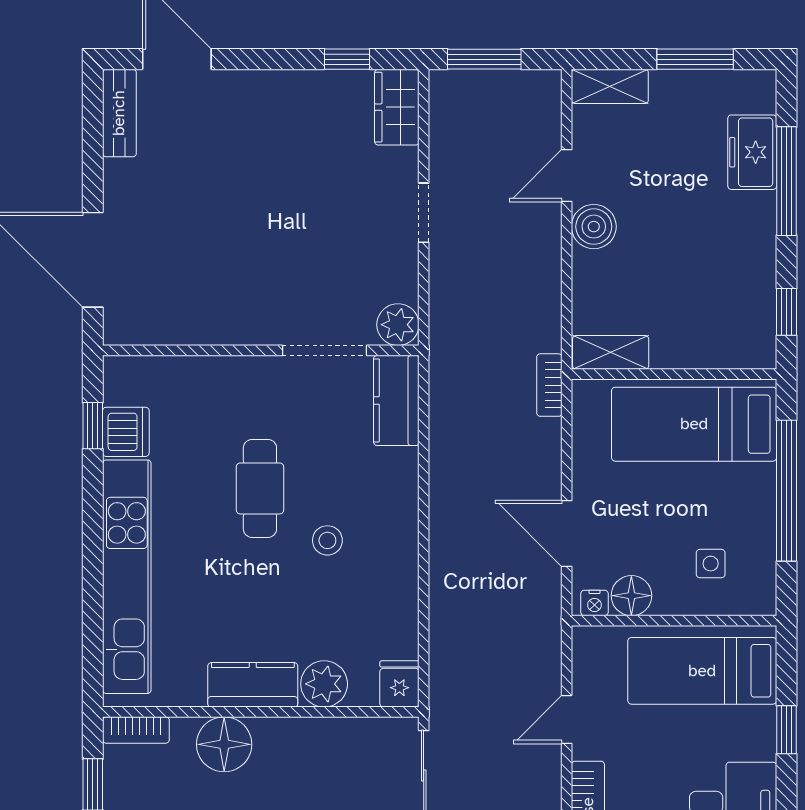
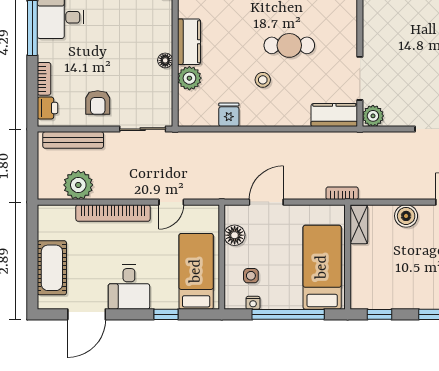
boiler: (594, 227) -> (406, 216), moved
nightstand: (594, 603) -> (253, 303), moved, turned -90
fridge: (399, 684) -> (229, 115), moved, turned -90
door: (567, 719) -> (171, 202), swing flipped
floor lamp: (224, 744) -> (165, 60), moved, width x0.53, depth x0.53

